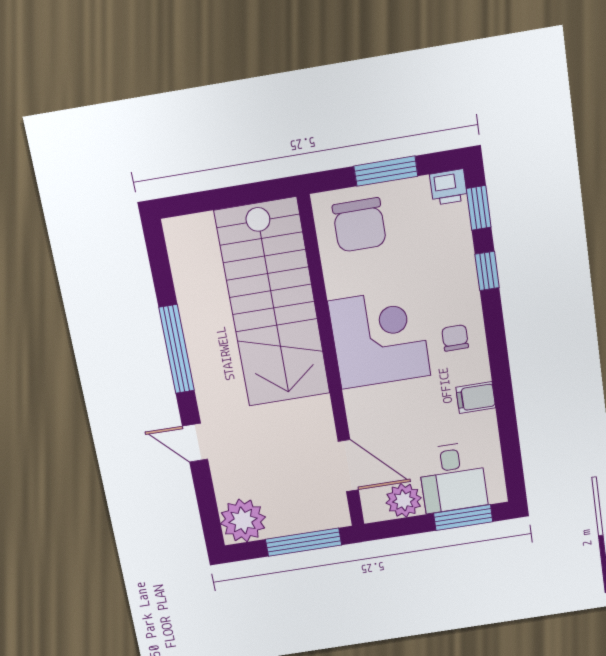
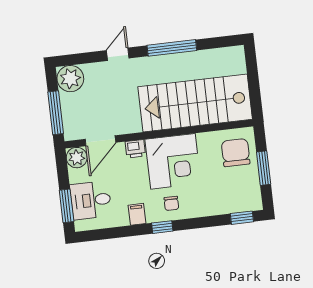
printer: (449, 187) -> (135, 149), moved, turned -90
chair: (359, 225) -> (236, 153), turned 90
window: (487, 271) -> (162, 227), moved
chair: (455, 338) -> (171, 203), turned 90
plant: (404, 500) -> (77, 158), moved

